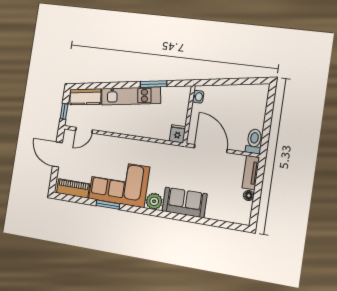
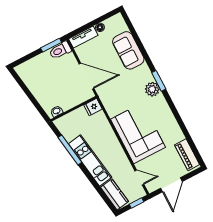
window: (154, 84) -> (70, 150), width x1.44
window: (266, 136) -> (51, 45), added
door: (211, 149) -> (87, 76), swing flipped
corner sofa: (119, 183) -> (138, 133), moved, turned 180
sofa: (185, 202) -> (128, 50), moved
window: (108, 205) -> (159, 81), moved

